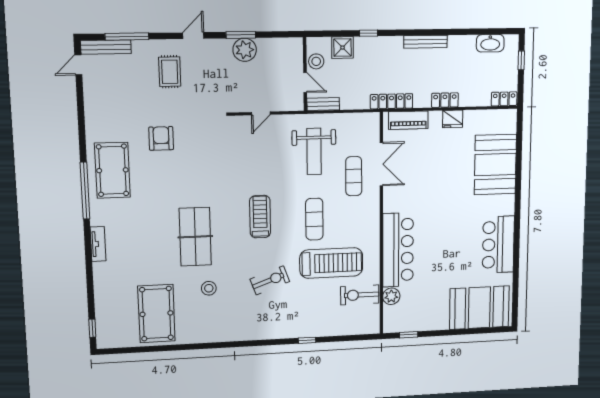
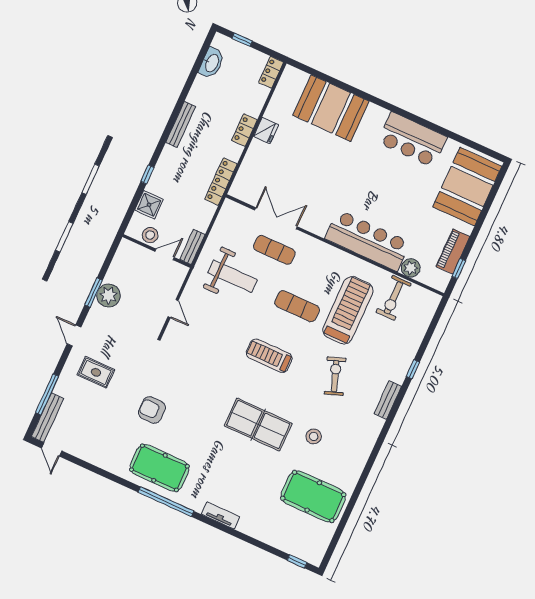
piano: (408, 120) -> (453, 251), moved, turned 180
bench: (271, 333) -> (388, 400), added

